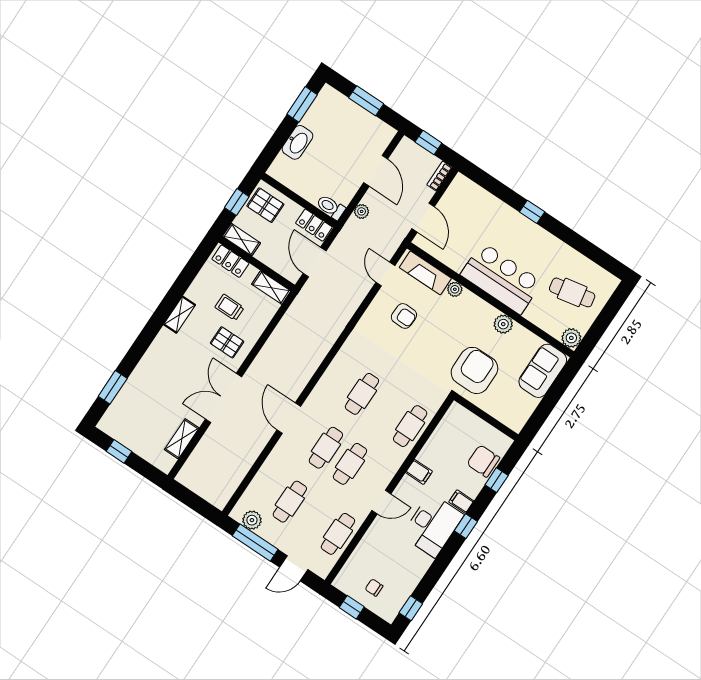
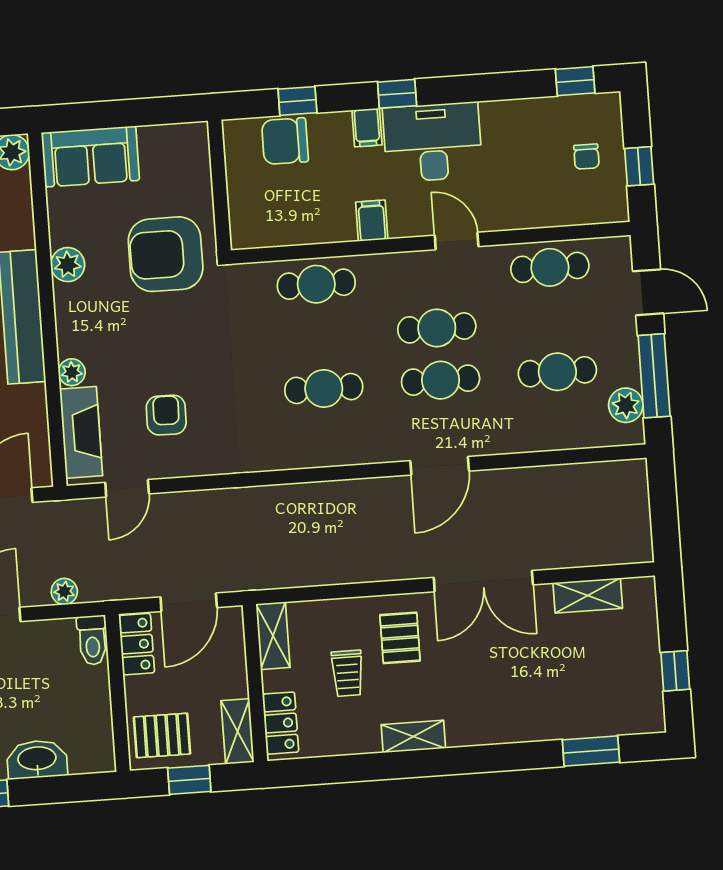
pallet: (265, 205) -> (162, 735), turned 90
chair: (483, 461) -> (285, 141), turned 90

